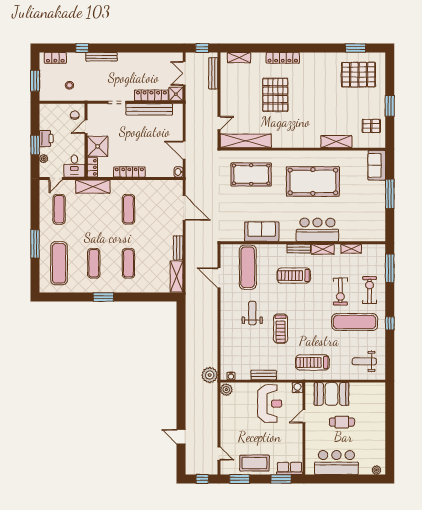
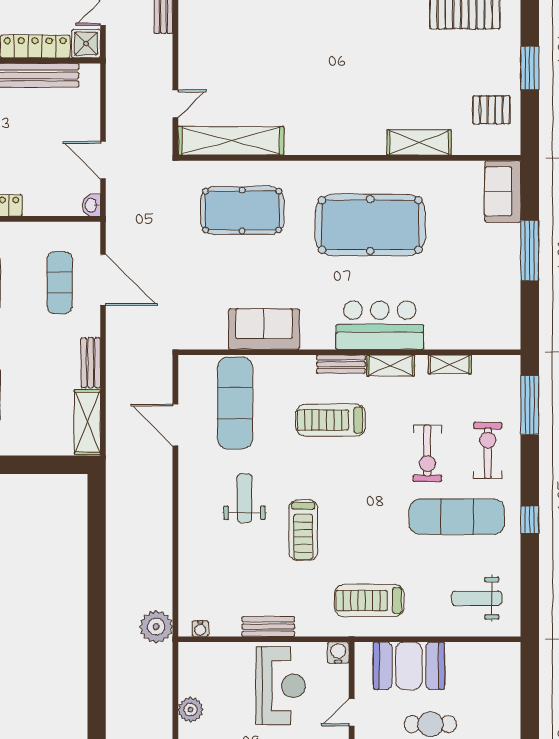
pallet: (275, 95) -> (292, 45), removed
exercise mat: (163, 209) -> (60, 283), added
plant: (226, 390) -> (191, 710), moved

